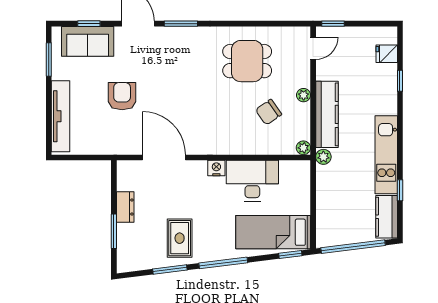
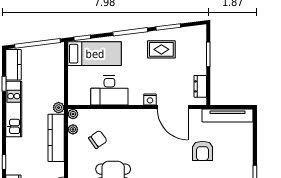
plant: (304, 95) -> (73, 129), moved
tv unit: (61, 116) -> (228, 115), moved, turned -90
nightstand: (216, 168) -> (150, 99), moved
dresser: (125, 207) -> (200, 86), moved
rug: (180, 238) -> (161, 49), turned 90

